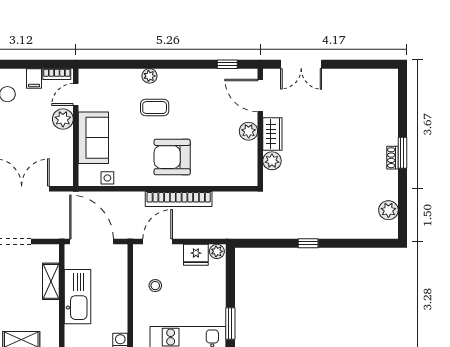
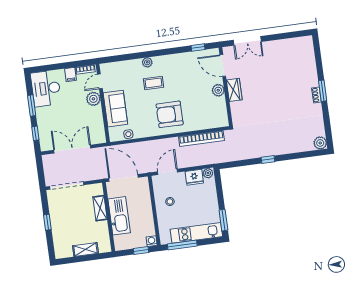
plant: (272, 161) -> (236, 108), removed
bookcase: (179, 199) -> (201, 139), moved
plant: (388, 210) -> (320, 143), moved

